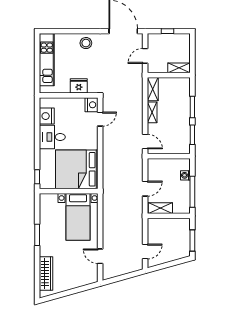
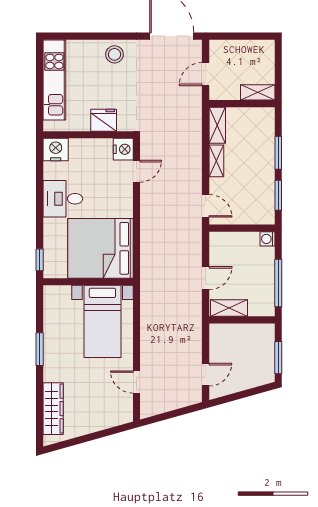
window: (167, 31) -> (240, 36), removed
nightstand: (47, 116) -> (56, 150), moved, turned 90
washing machine: (185, 175) -> (268, 239), moved

